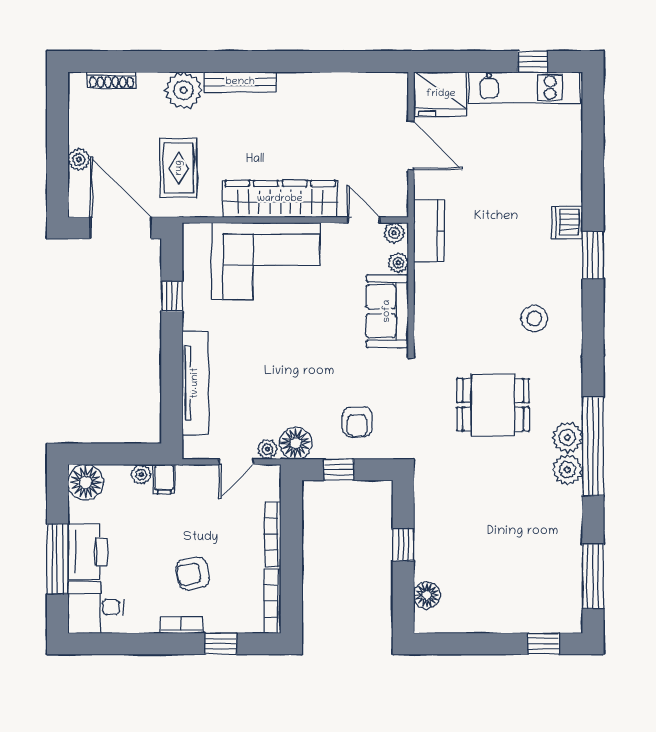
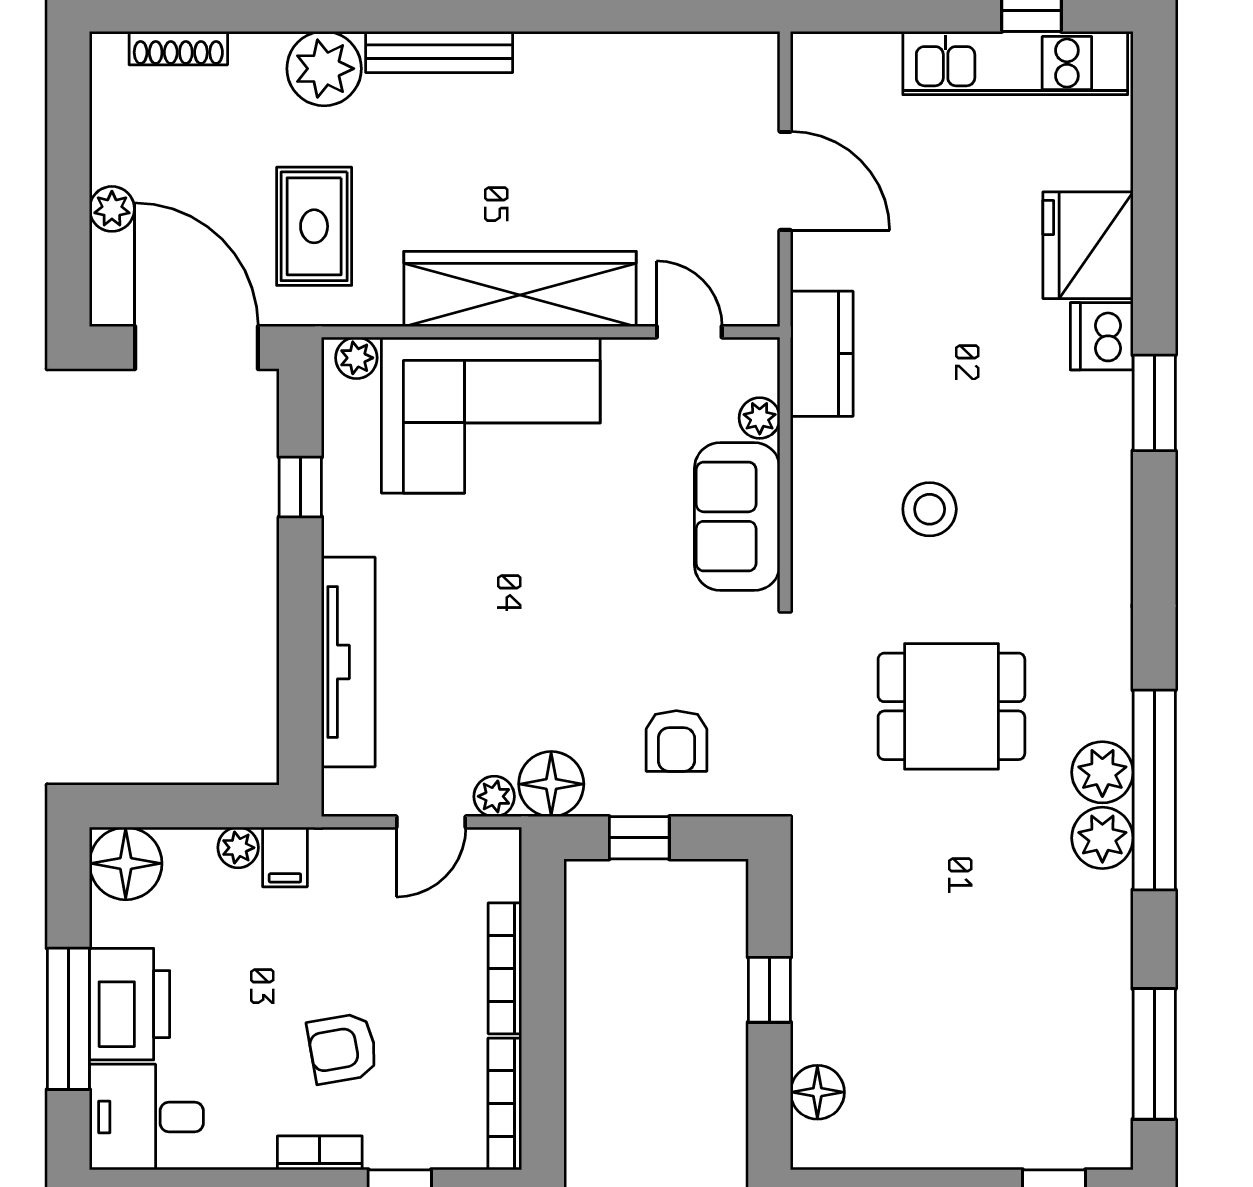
fridge: (441, 94) -> (1088, 245), moved, turned 90
plant: (394, 233) -> (356, 358), moved
stool: (534, 318) -> (930, 509), moved

